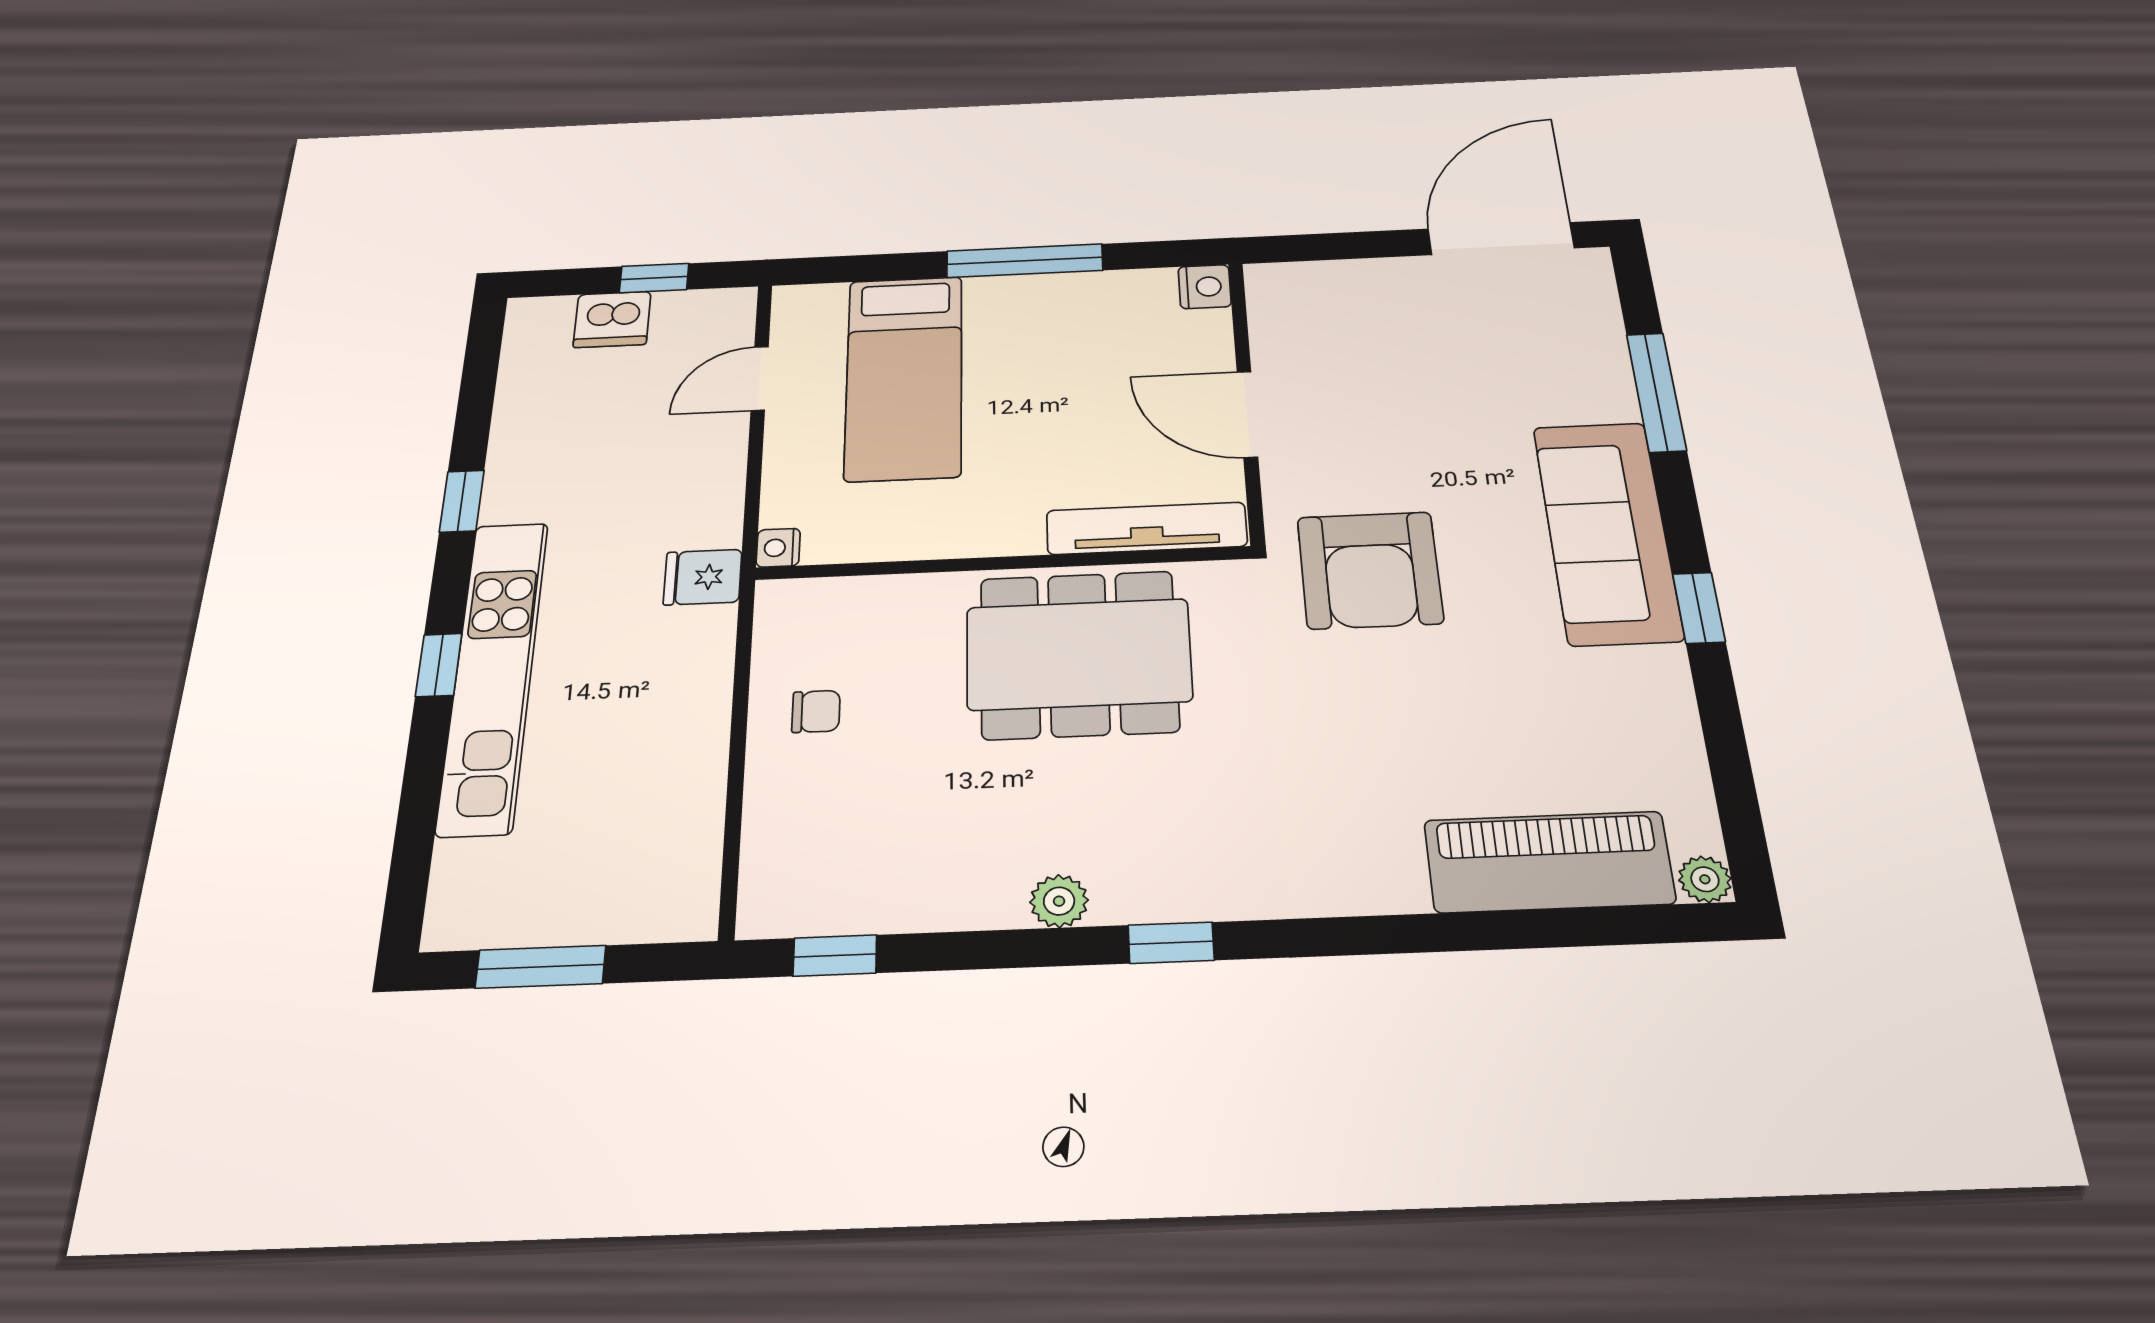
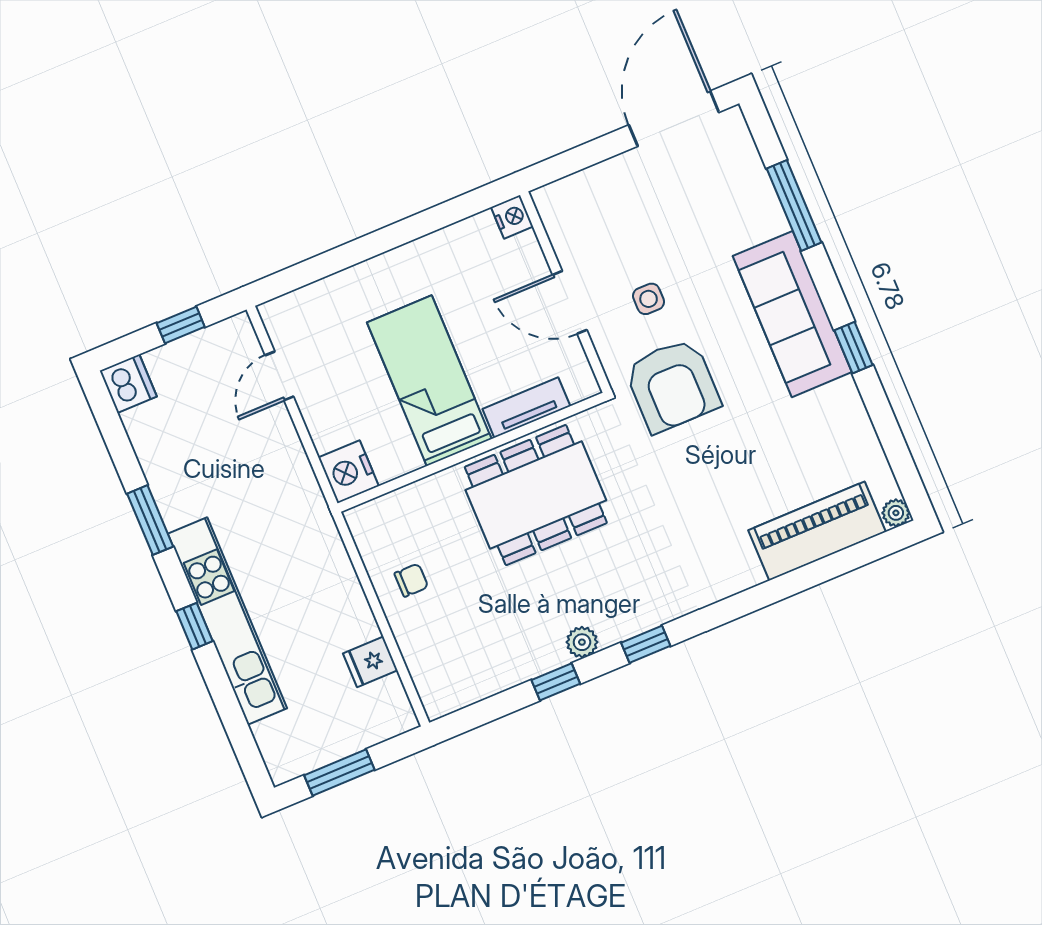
window: (1025, 261) -> (398, 234), removed
dishwasher: (612, 319) -> (128, 384), moved, turned -90
bed: (904, 377) -> (429, 381), moved, turned 180
side table: (1375, 445) -> (649, 299), added
window: (462, 501) -> (150, 520), width x1.50
tv unit: (1147, 528) -> (526, 408), width x0.71
nightstand: (778, 548) -> (349, 472), width x1.89, depth x1.79
fridge: (703, 577) -> (370, 662), moved
window: (835, 956) -> (556, 682), moved

